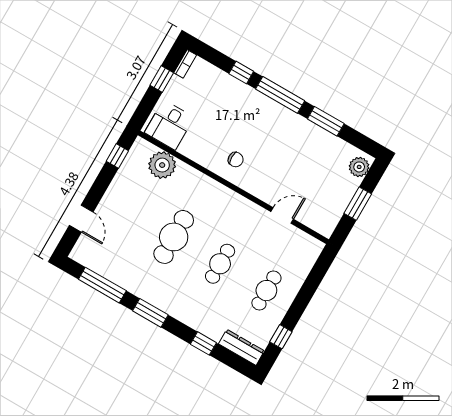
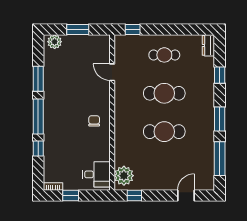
plant: (162, 165) -> (124, 176), moved
cafe table: (220, 264) -> (164, 93), width x1.37, depth x1.35
window: (281, 337) -> (133, 29), moved
dresser: (241, 347) -> (208, 45), width x0.70

